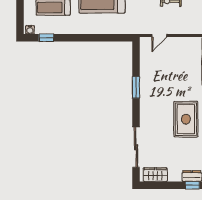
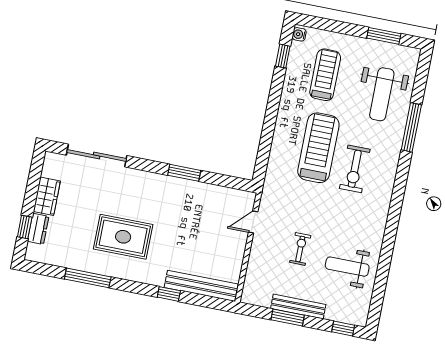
door: (159, 36) -> (253, 222), hinge flipped
wardrobe: (155, 175) -> (47, 196), moved

